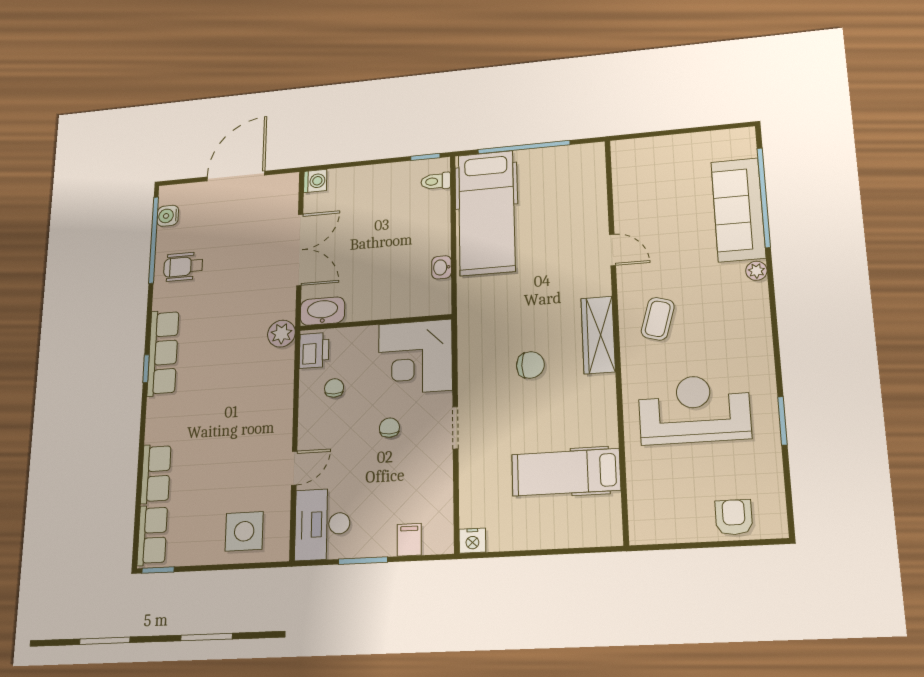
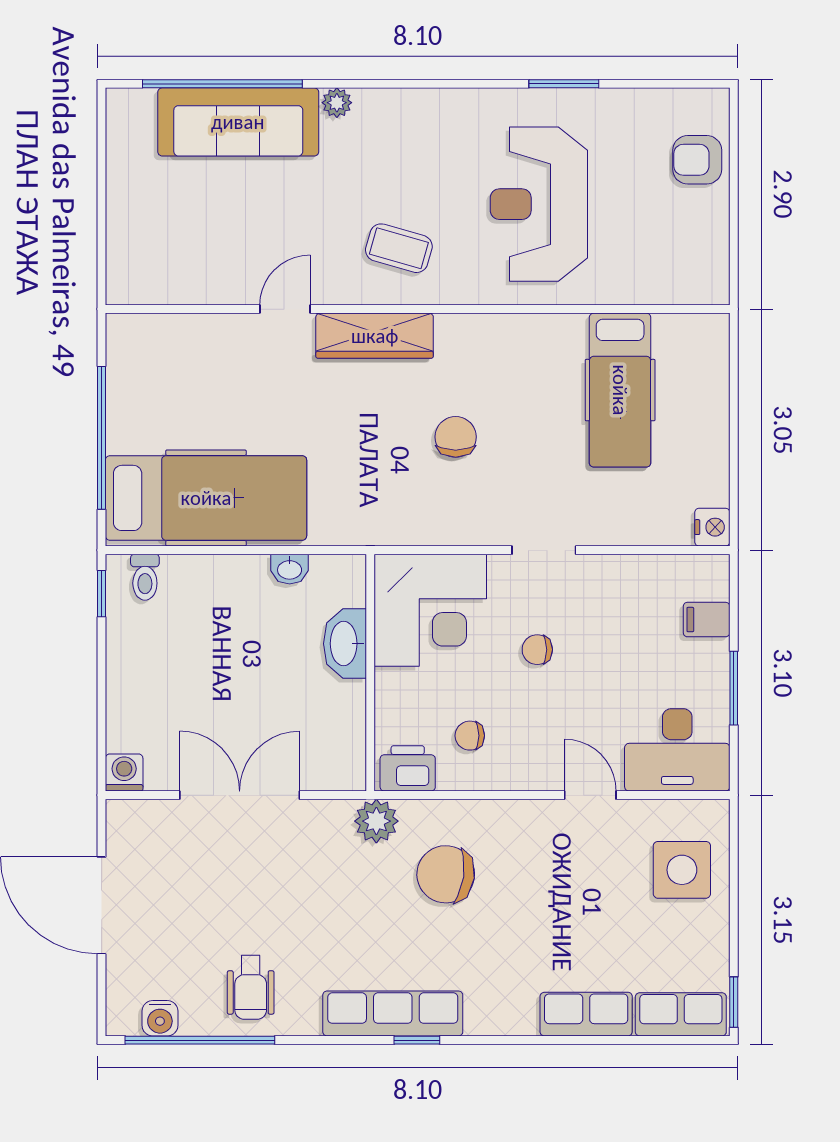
washbasin: (322, 311) -> (345, 644), moved
wardrobe: (598, 335) -> (375, 336), moved
chair: (247, 379) -> (446, 874), added

